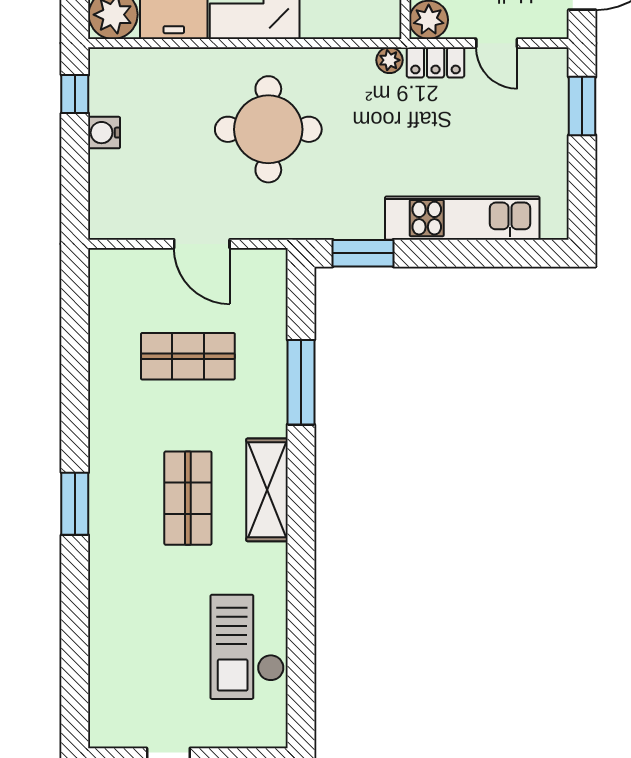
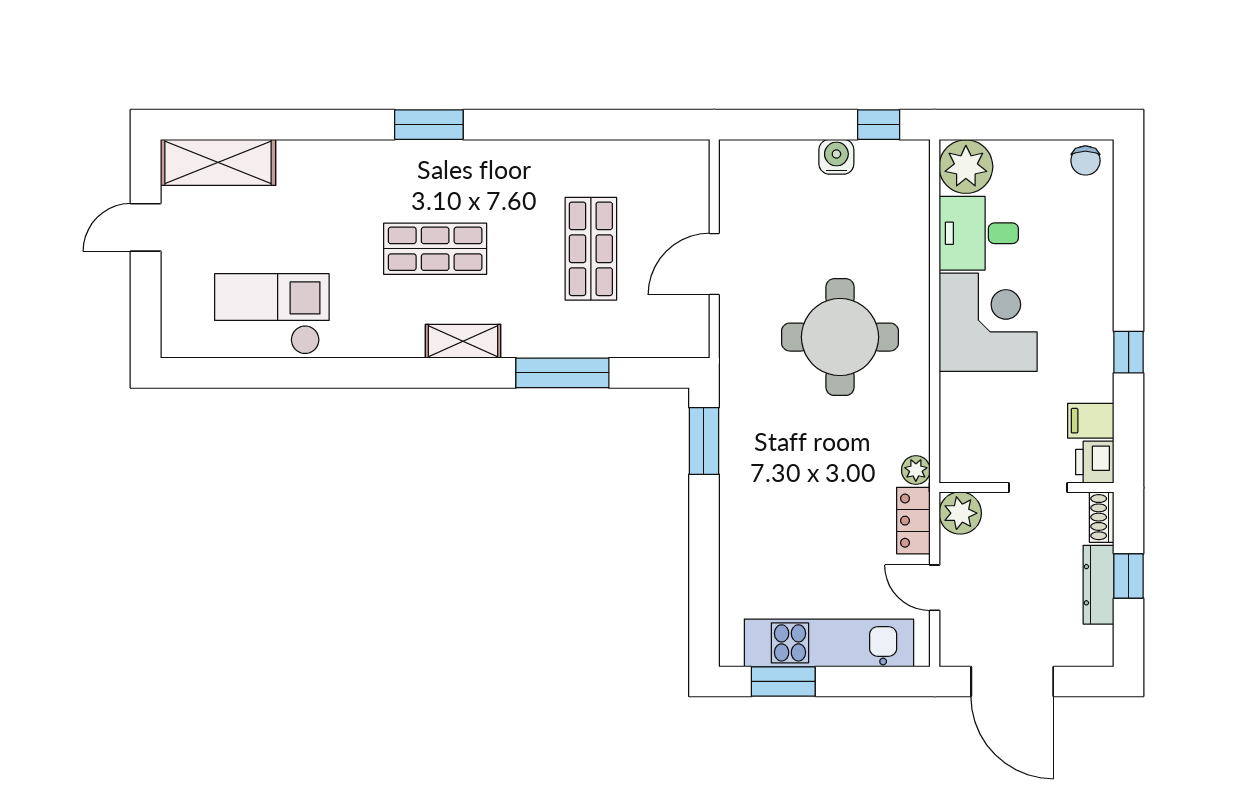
door: (497, 43) -> (935, 588), hinge flipped
window: (582, 106) -> (783, 681), moved
kitchen unit: (462, 218) -> (829, 643), moved, turned -90
shelving: (267, 490) -> (463, 341), width x0.67, depth x0.75
shelving: (109, 696) -> (218, 162), added

